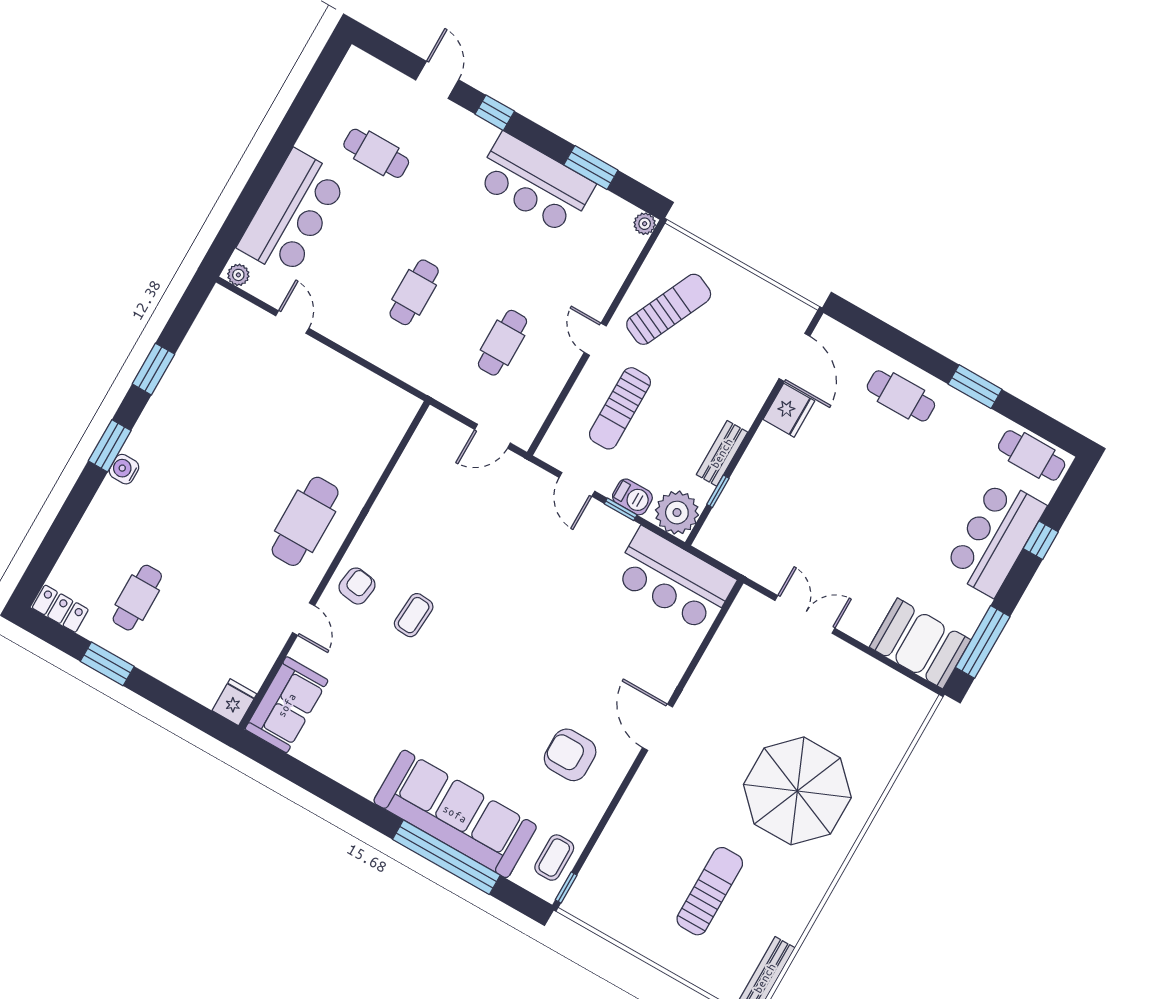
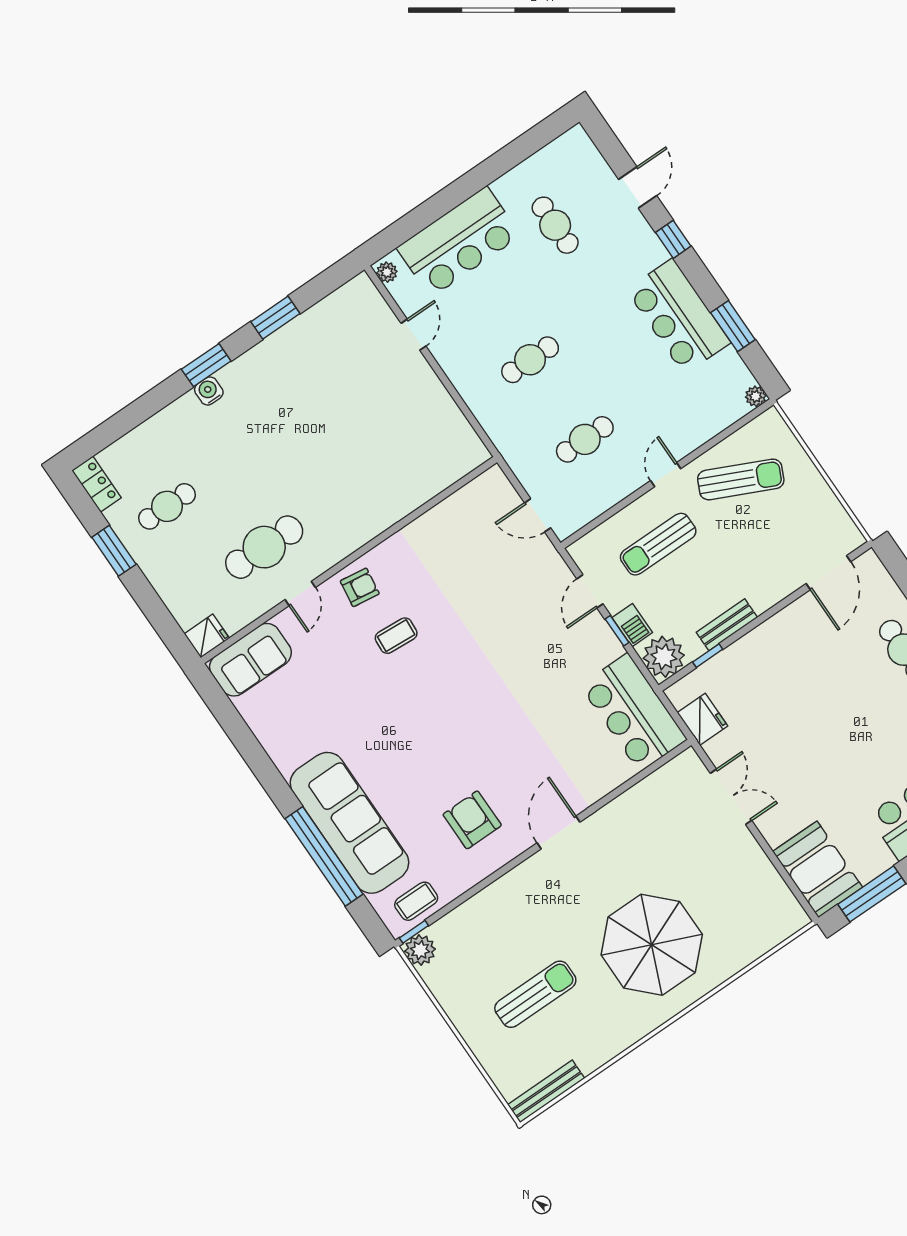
fridge: (789, 410) -> (702, 719), moved, turned -90
cafe table: (305, 521) -> (264, 547), moved
plant: (580, 902) -> (420, 950), added

